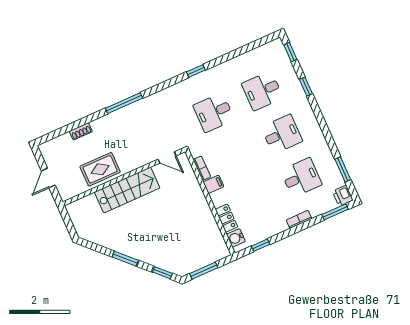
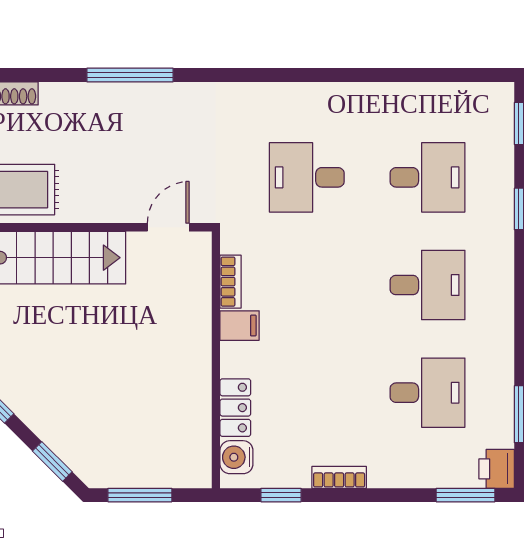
window: (196, 71) -> (308, 75), removed
desk: (262, 91) -> (427, 177), turned 180
door: (167, 158) -> (168, 227), swing flipped
bookcase: (299, 219) -> (339, 477), moved

